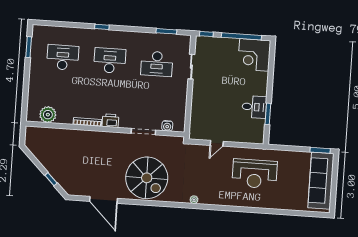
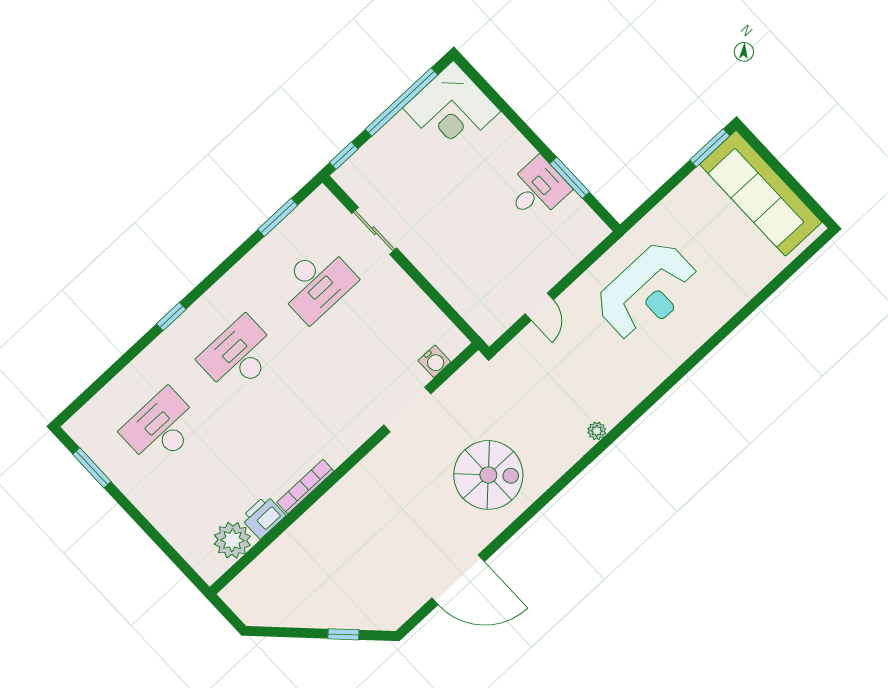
printer: (110, 121) -> (263, 517), moved
spiral stairs: (147, 178) -> (488, 475), width x0.73, depth x0.73

